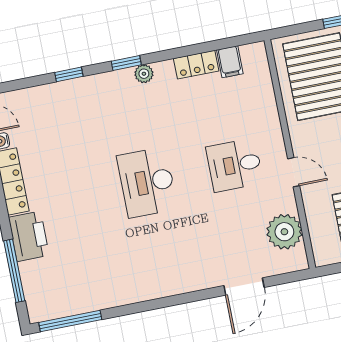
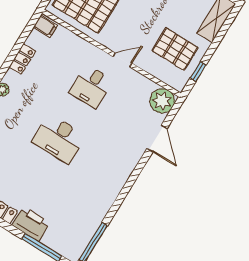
filing cabinet: (230, 62) -> (45, 26), moved
plant: (284, 232) -> (162, 101), moved

